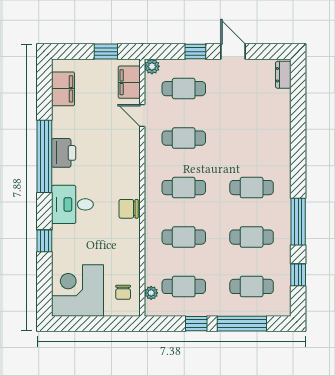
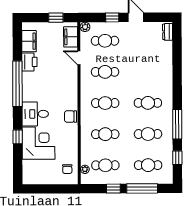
printer: (64, 153) -> (29, 62), moved
corner desk: (77, 290) -> (38, 143), moved, turned 90

